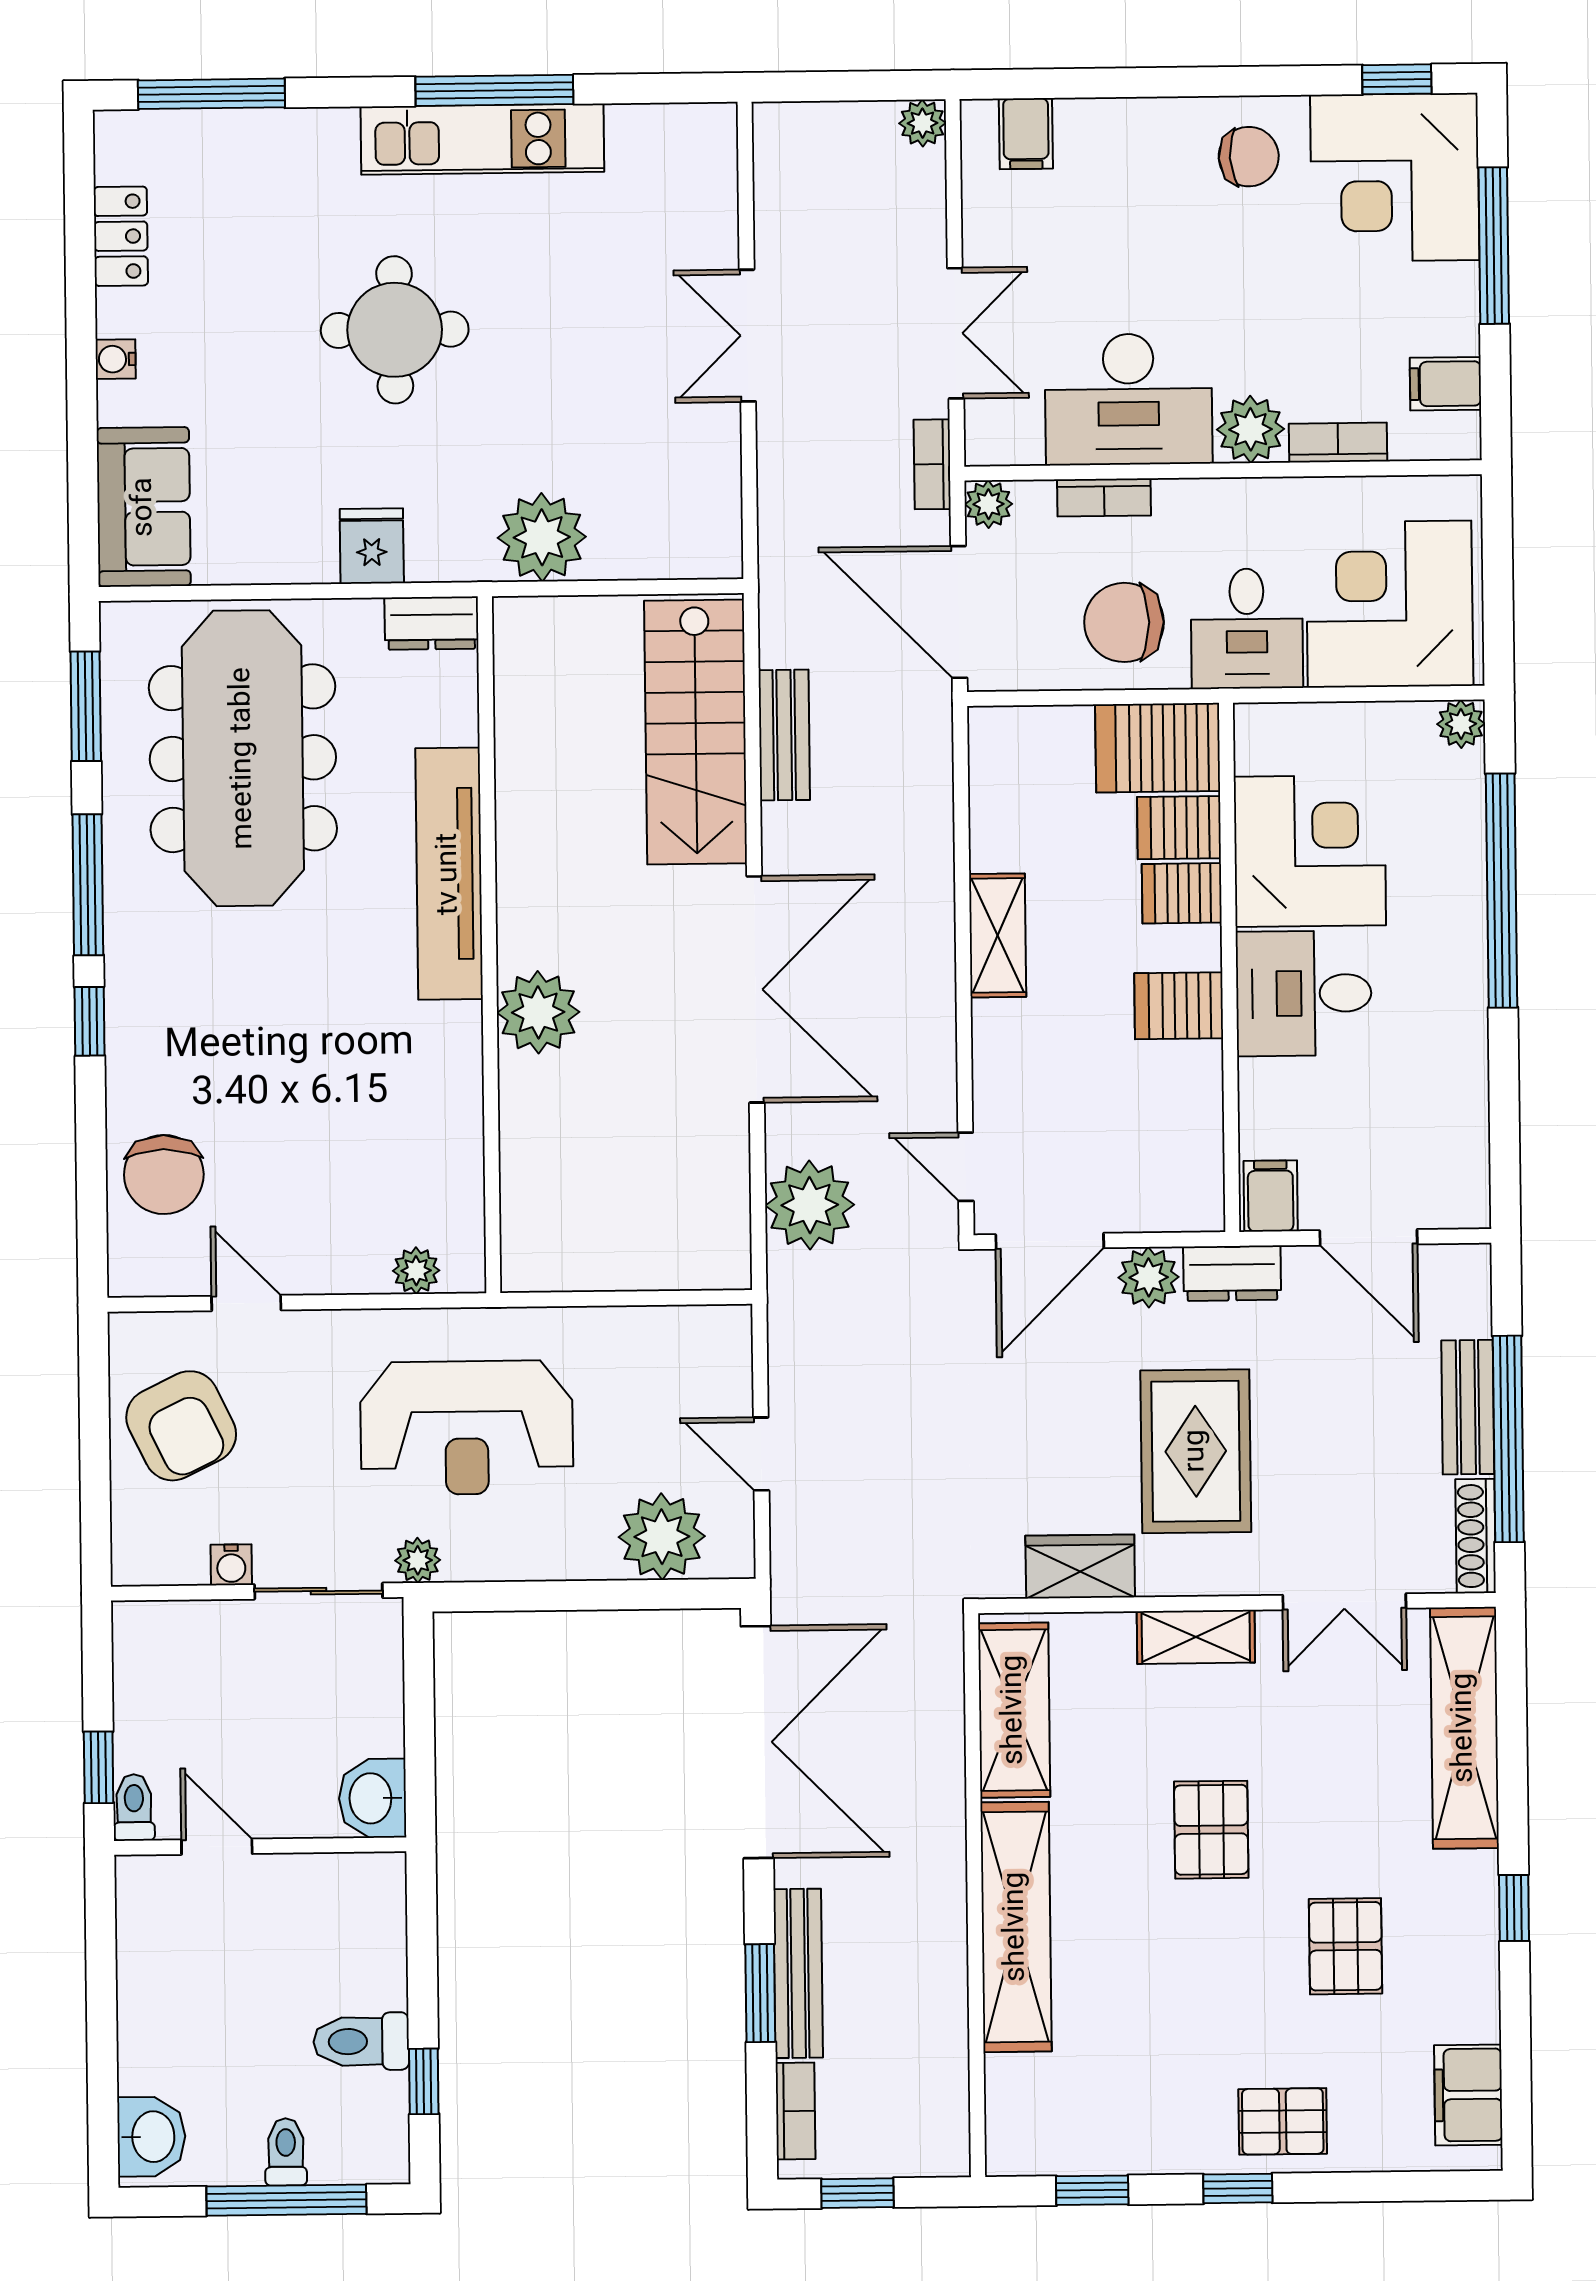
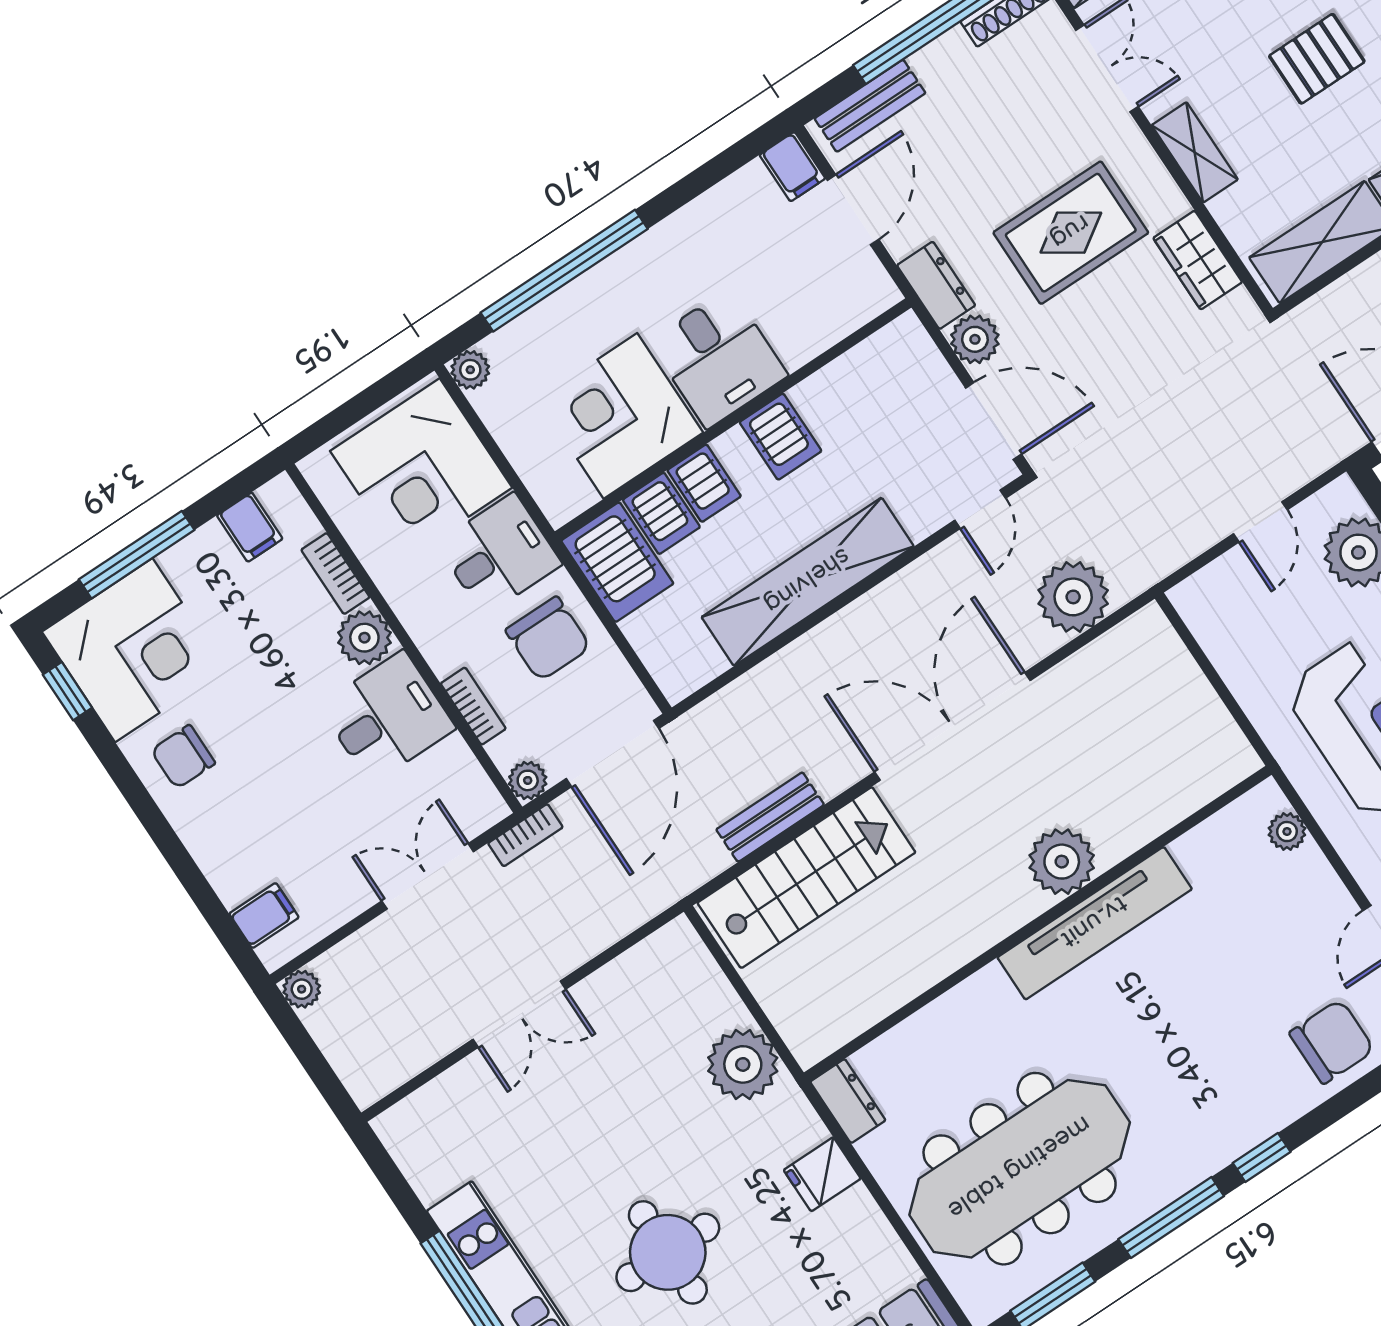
chair: (1249, 157) -> (183, 757), turned -87
desk: (1129, 399) -> (387, 717), width x0.73
tv unit: (449, 874) -> (1095, 923), moved
shelving: (998, 935) -> (808, 582), width x2.20, depth x1.33
filing cabinet: (1271, 1196) -> (792, 167), moved, turned -90
bench: (1468, 1407) -> (870, 106), moved

